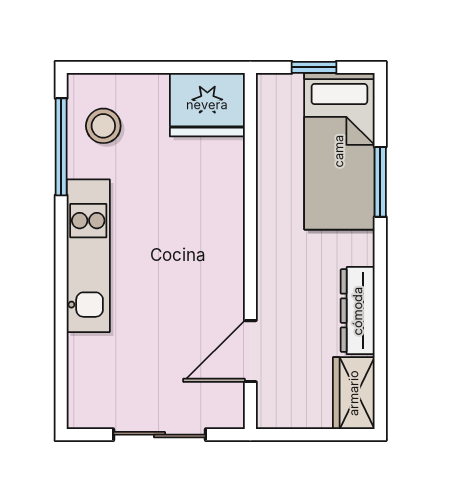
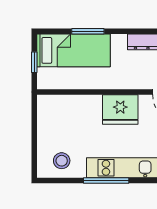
fridge: (207, 105) -> (120, 109), moved, turned 90
window: (61, 147) -> (106, 180), moved

